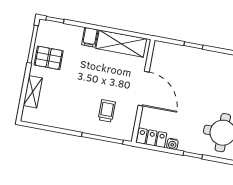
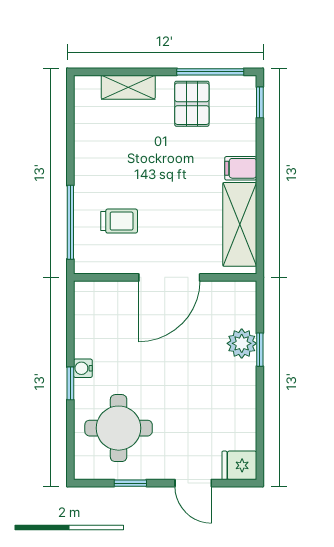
plant: (188, 55) -> (242, 343), added
locker: (152, 138) -> (87, 307), removed
water cooler: (172, 144) -> (83, 368), moved

